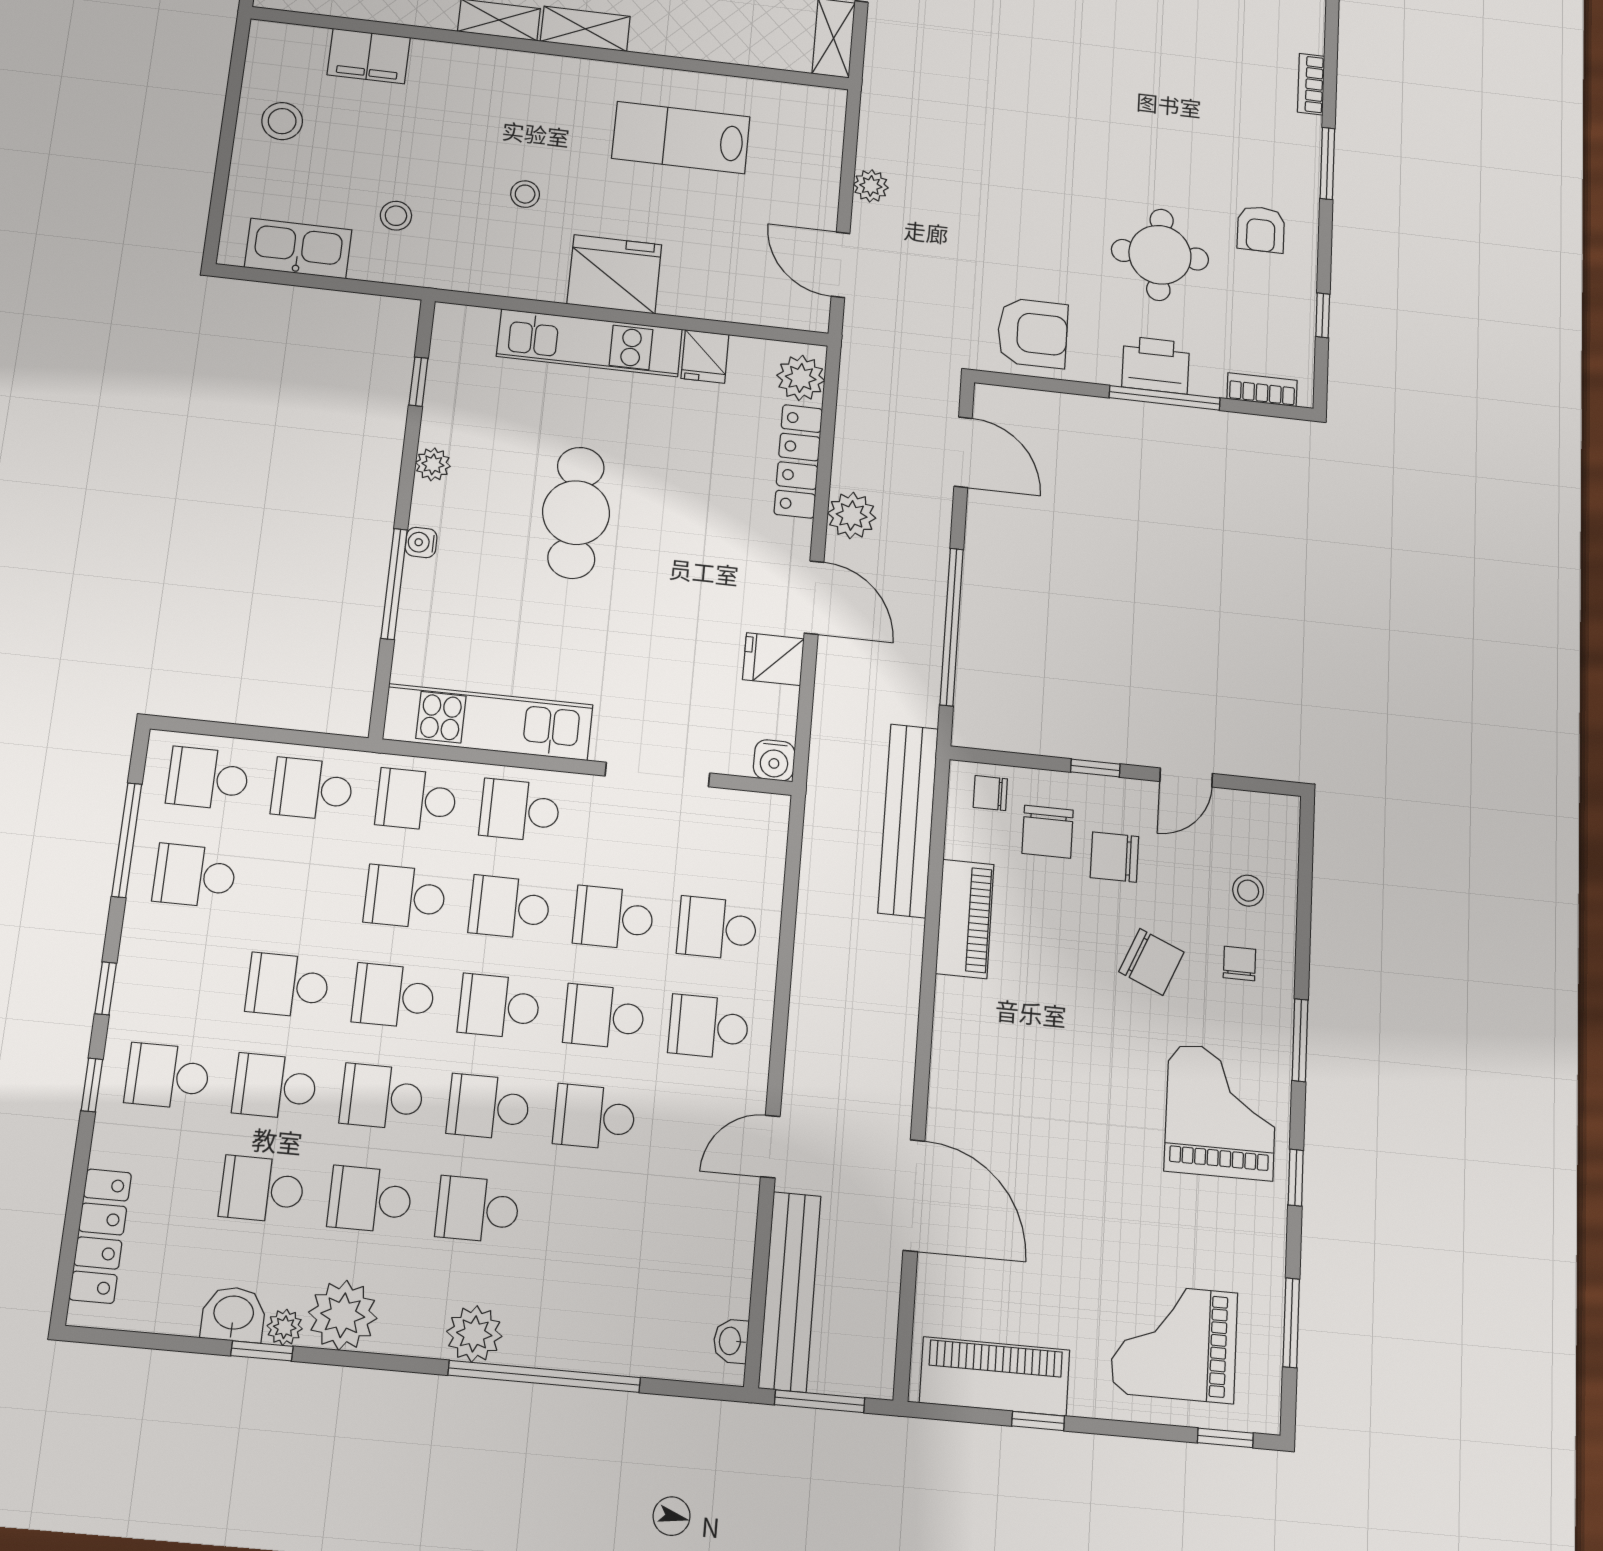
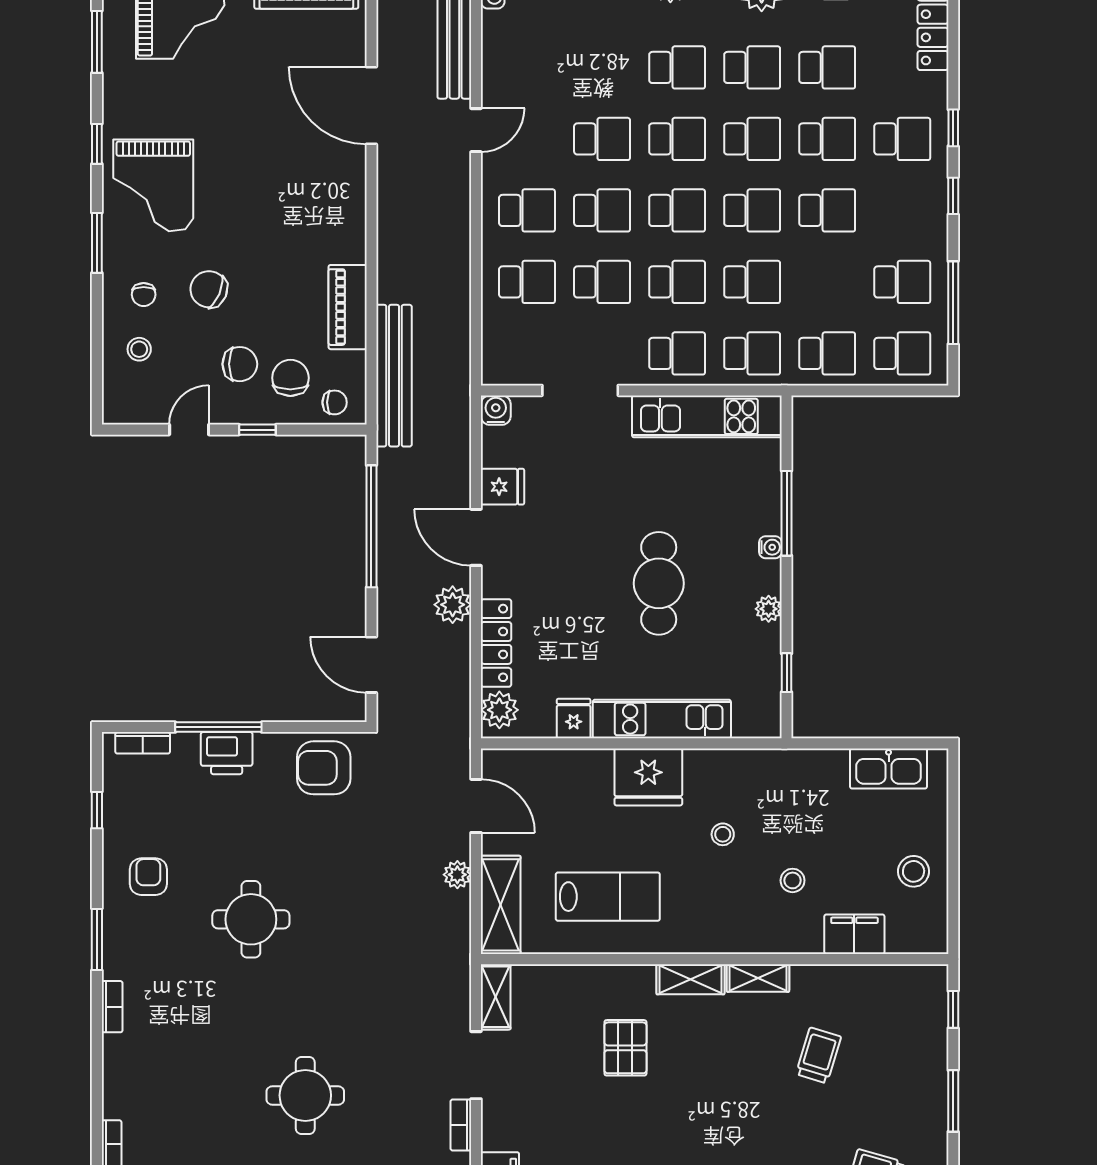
shelving: (819, 144) -> (501, 905), added
stool: (396, 216) -> (793, 880), moved
round table: (1160, 255) -> (251, 919), moved

